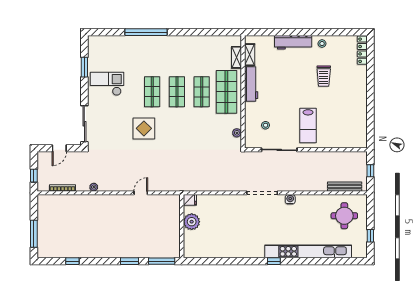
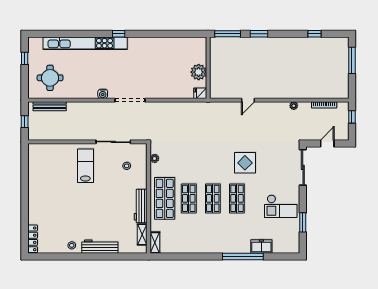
freezer: (127, 42) -> (261, 246), added
shelving: (236, 57) -> (155, 243), moved
trolley: (324, 76) -> (70, 214), removed

